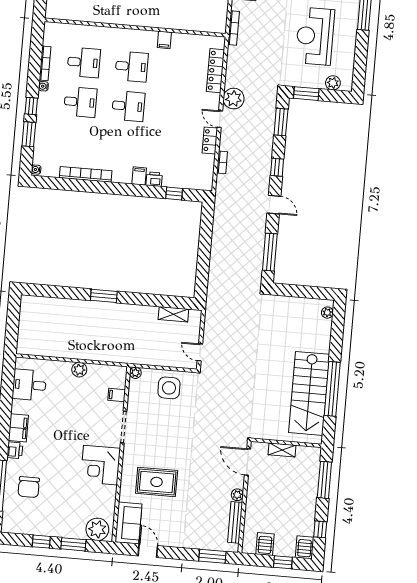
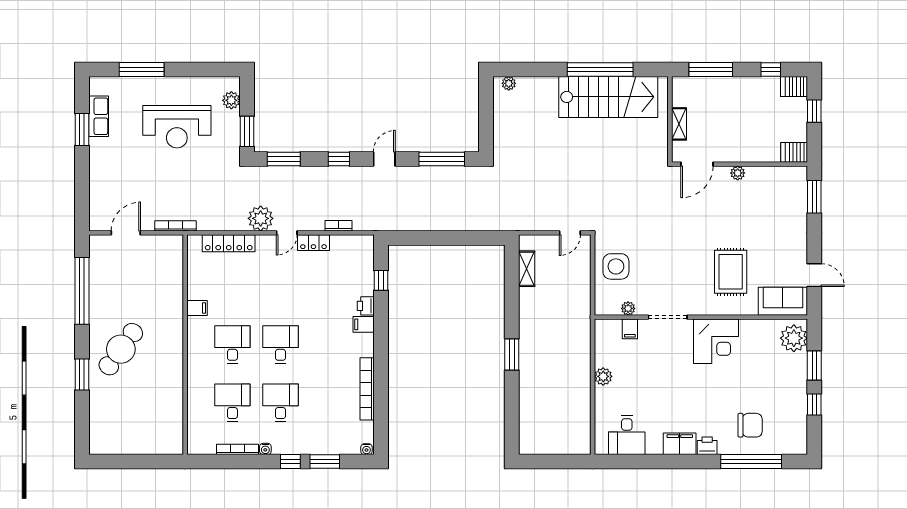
plant: (135, 373) -> (628, 308), moved
bench: (235, 522) -> (771, 173), removed
server rack: (265, 544) -> (794, 152), moved
door: (148, 551) -> (814, 275), swing flipped

